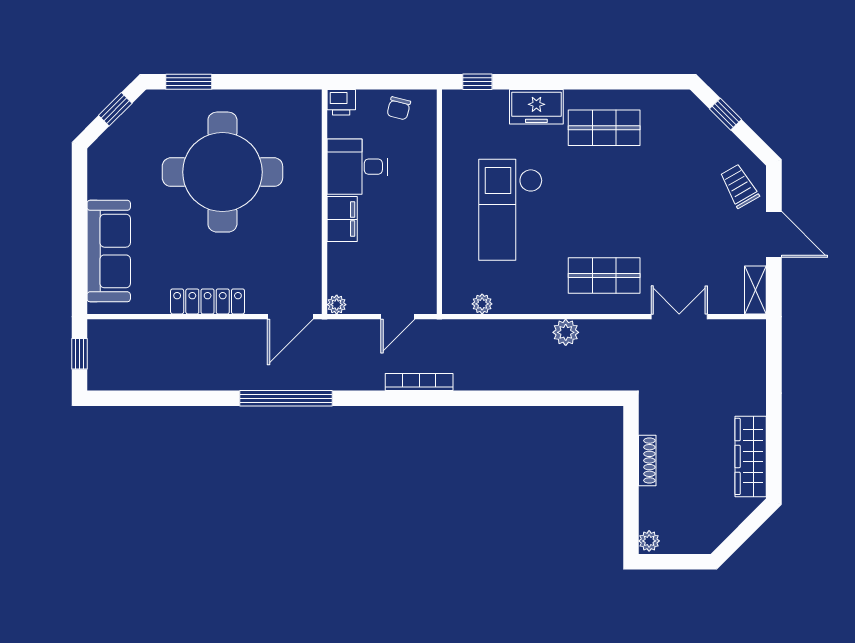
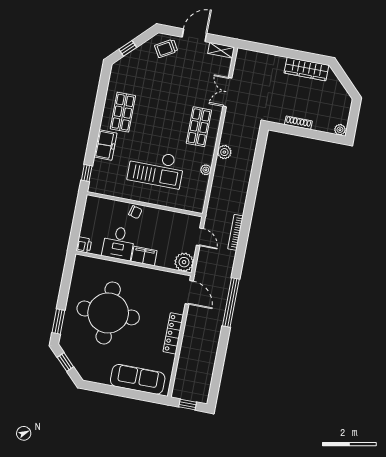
chair: (399, 108) -> (135, 212), moved
plant: (482, 304) -> (206, 170), moved
plant: (337, 305) -> (184, 262), width x1.87, depth x1.87

